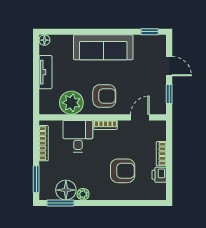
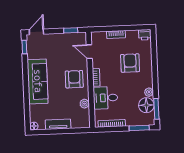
door: (169, 66) -> (36, 32), moved
plant: (71, 103) -> (84, 104), width x0.53, depth x0.53
printer: (159, 175) -> (145, 35), moved

